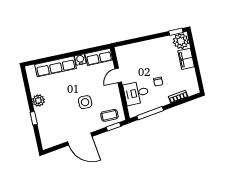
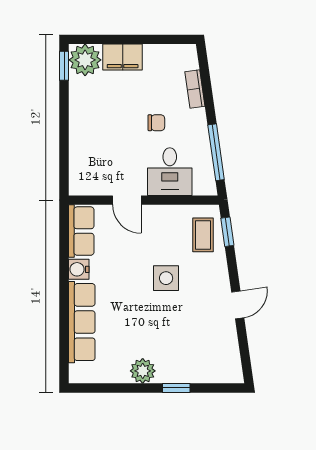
door: (80, 139) -> (238, 305), width x0.53

